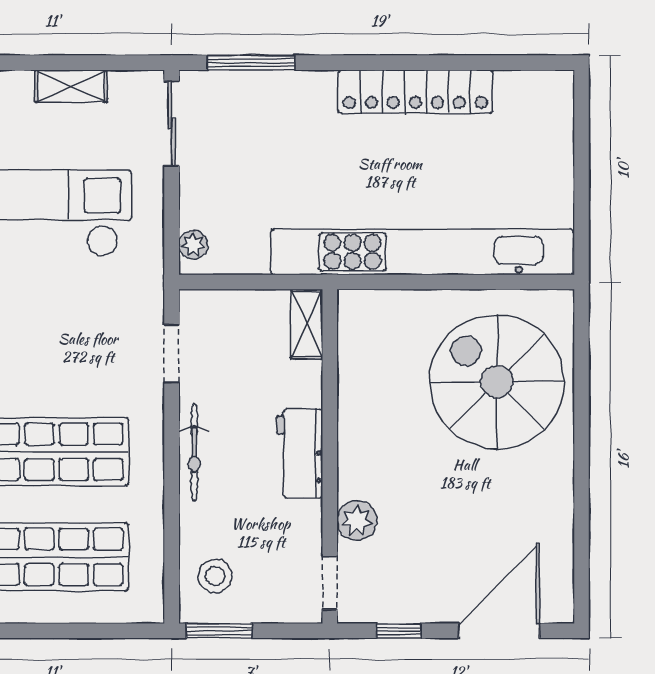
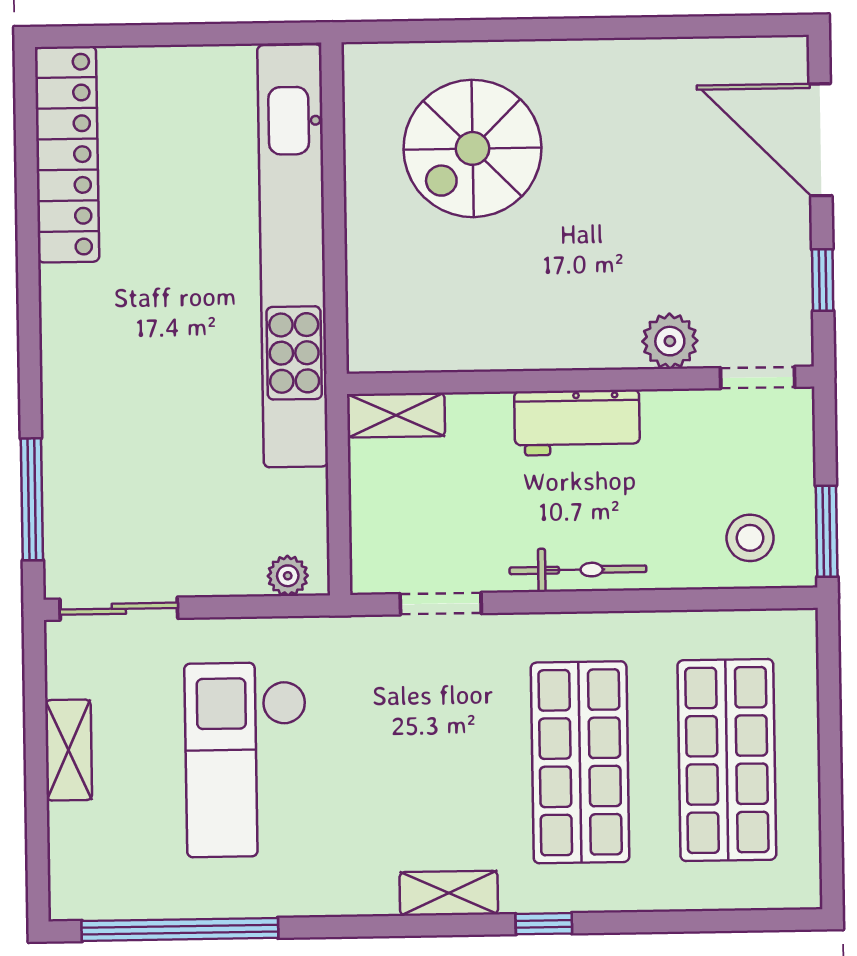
locker: (415, 92) -> (67, 154), moved
spiral stairs: (497, 382) -> (473, 148), width x0.73, depth x0.73

